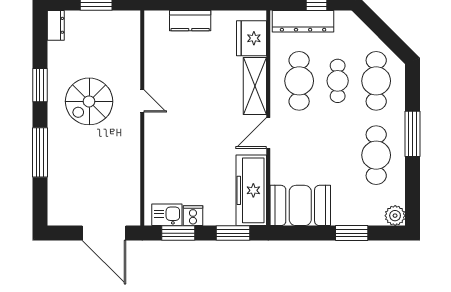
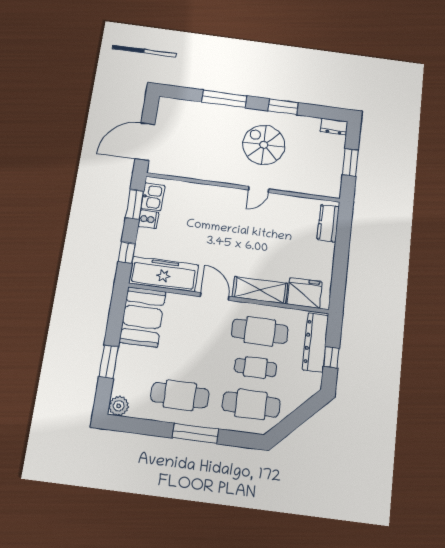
kitchen counter: (190, 21) -> (328, 223), moved
window: (233, 233) -> (127, 253), width x0.67

